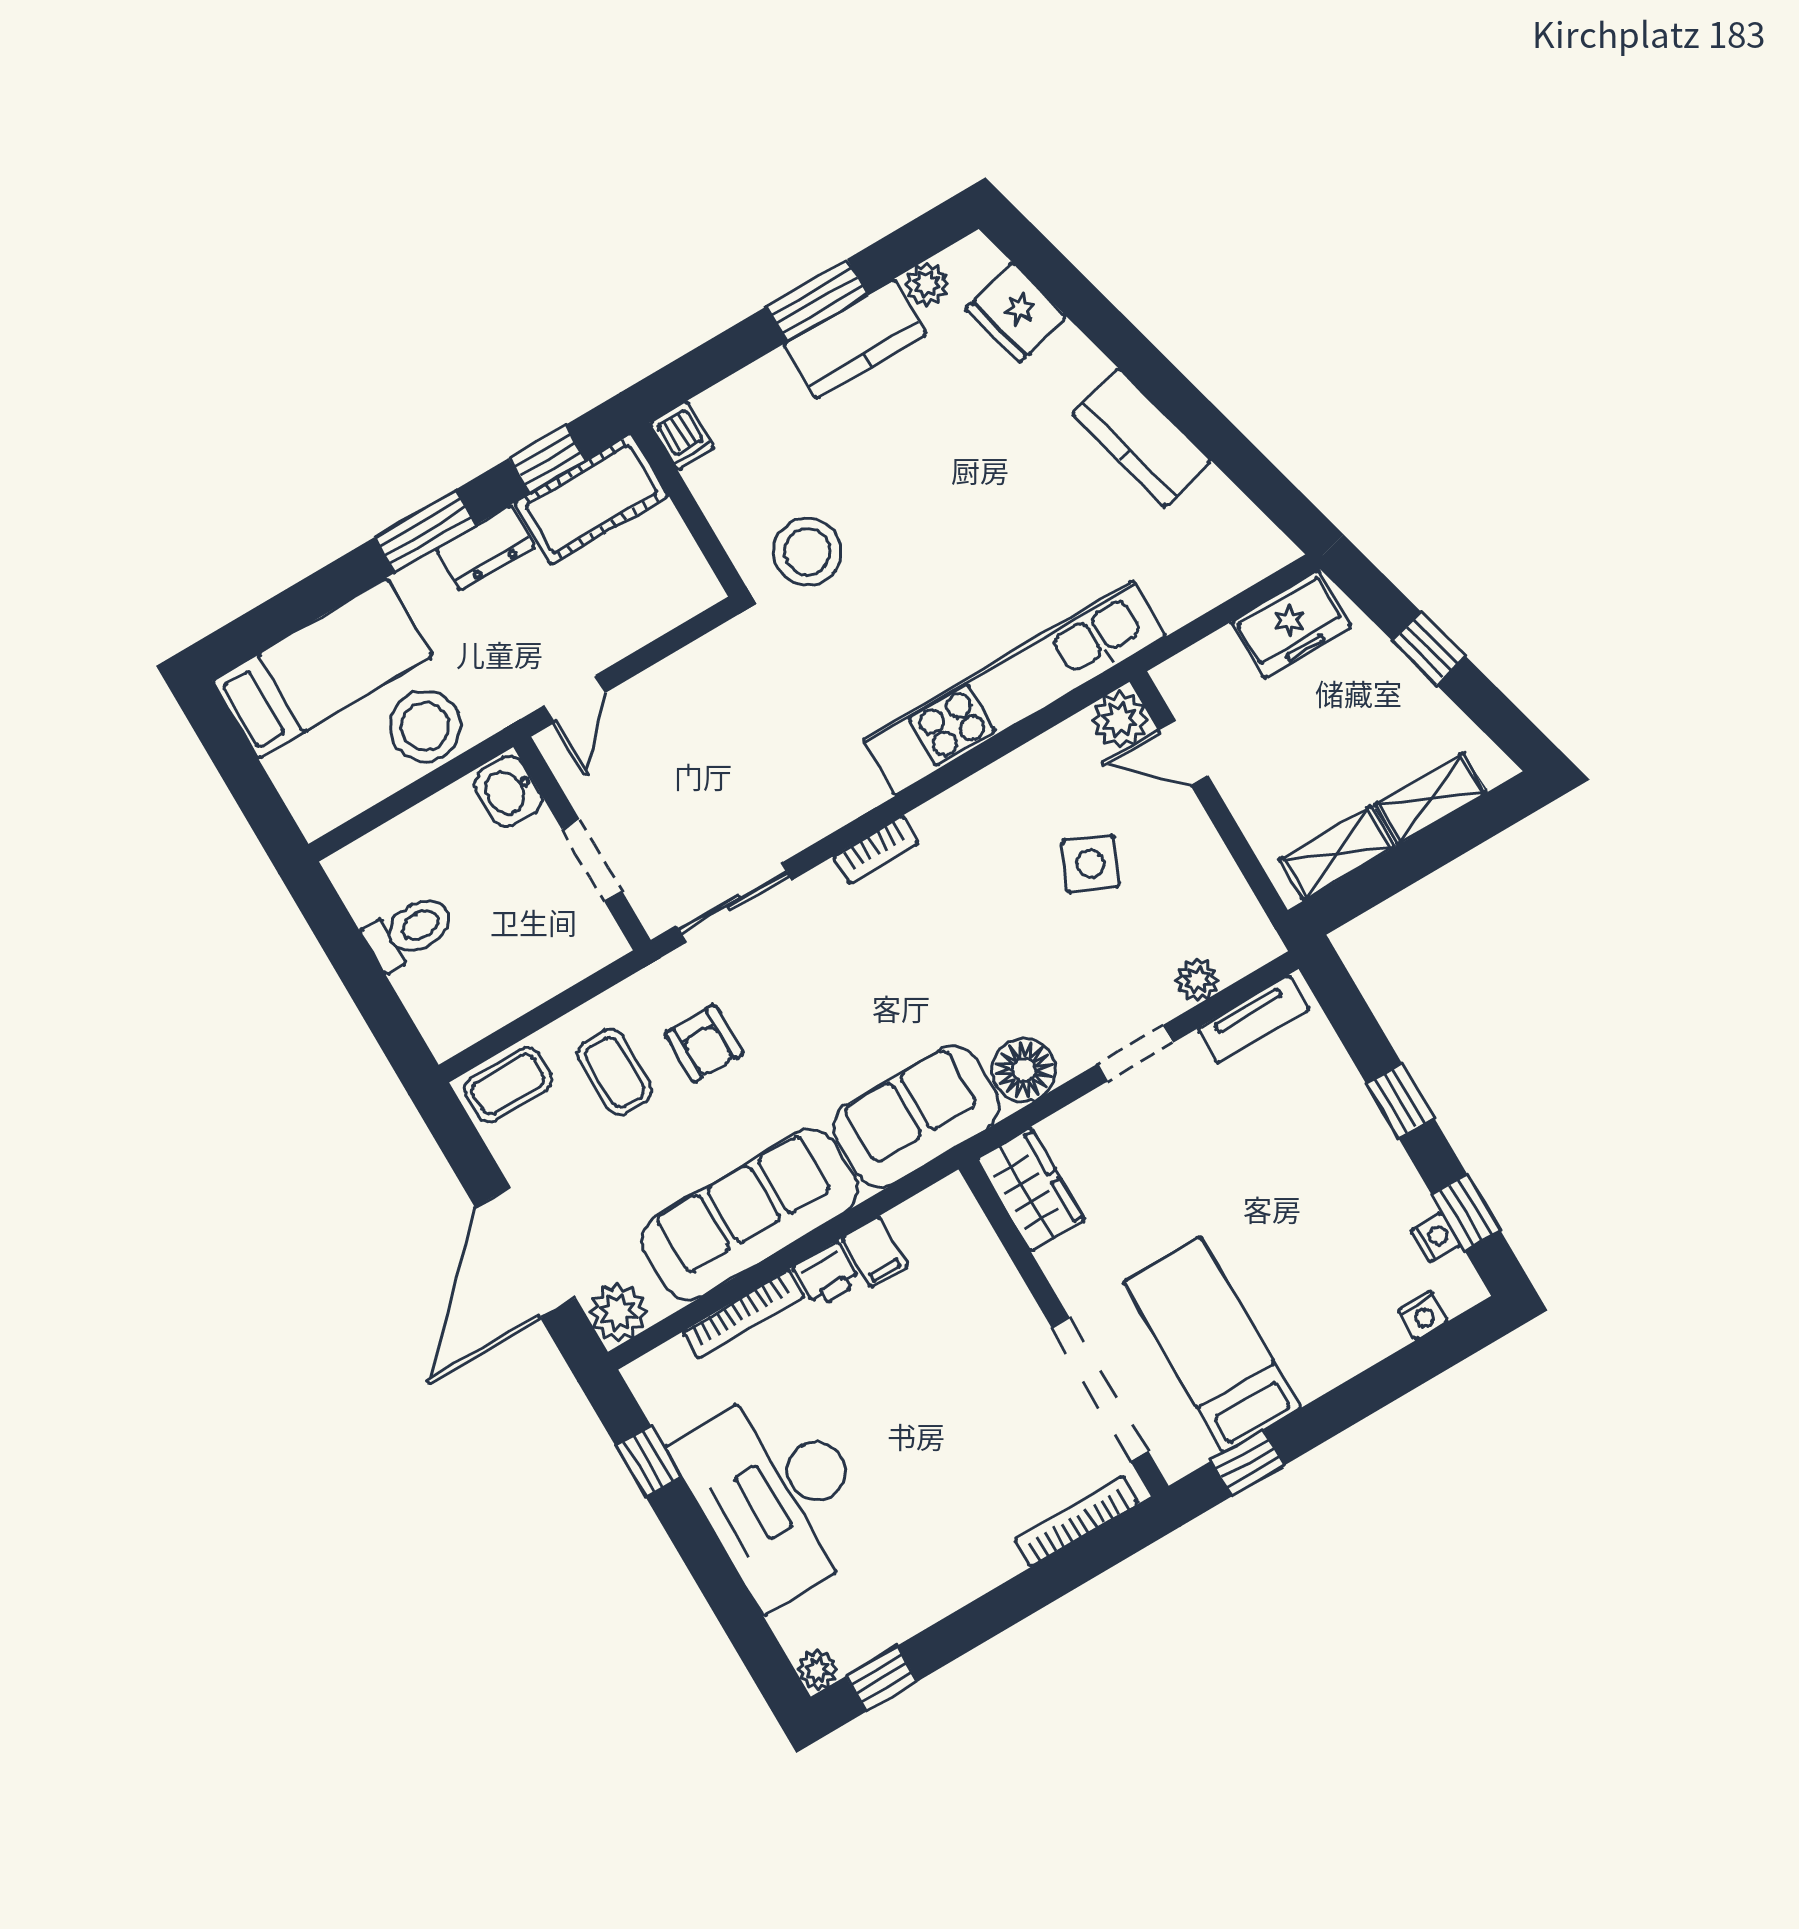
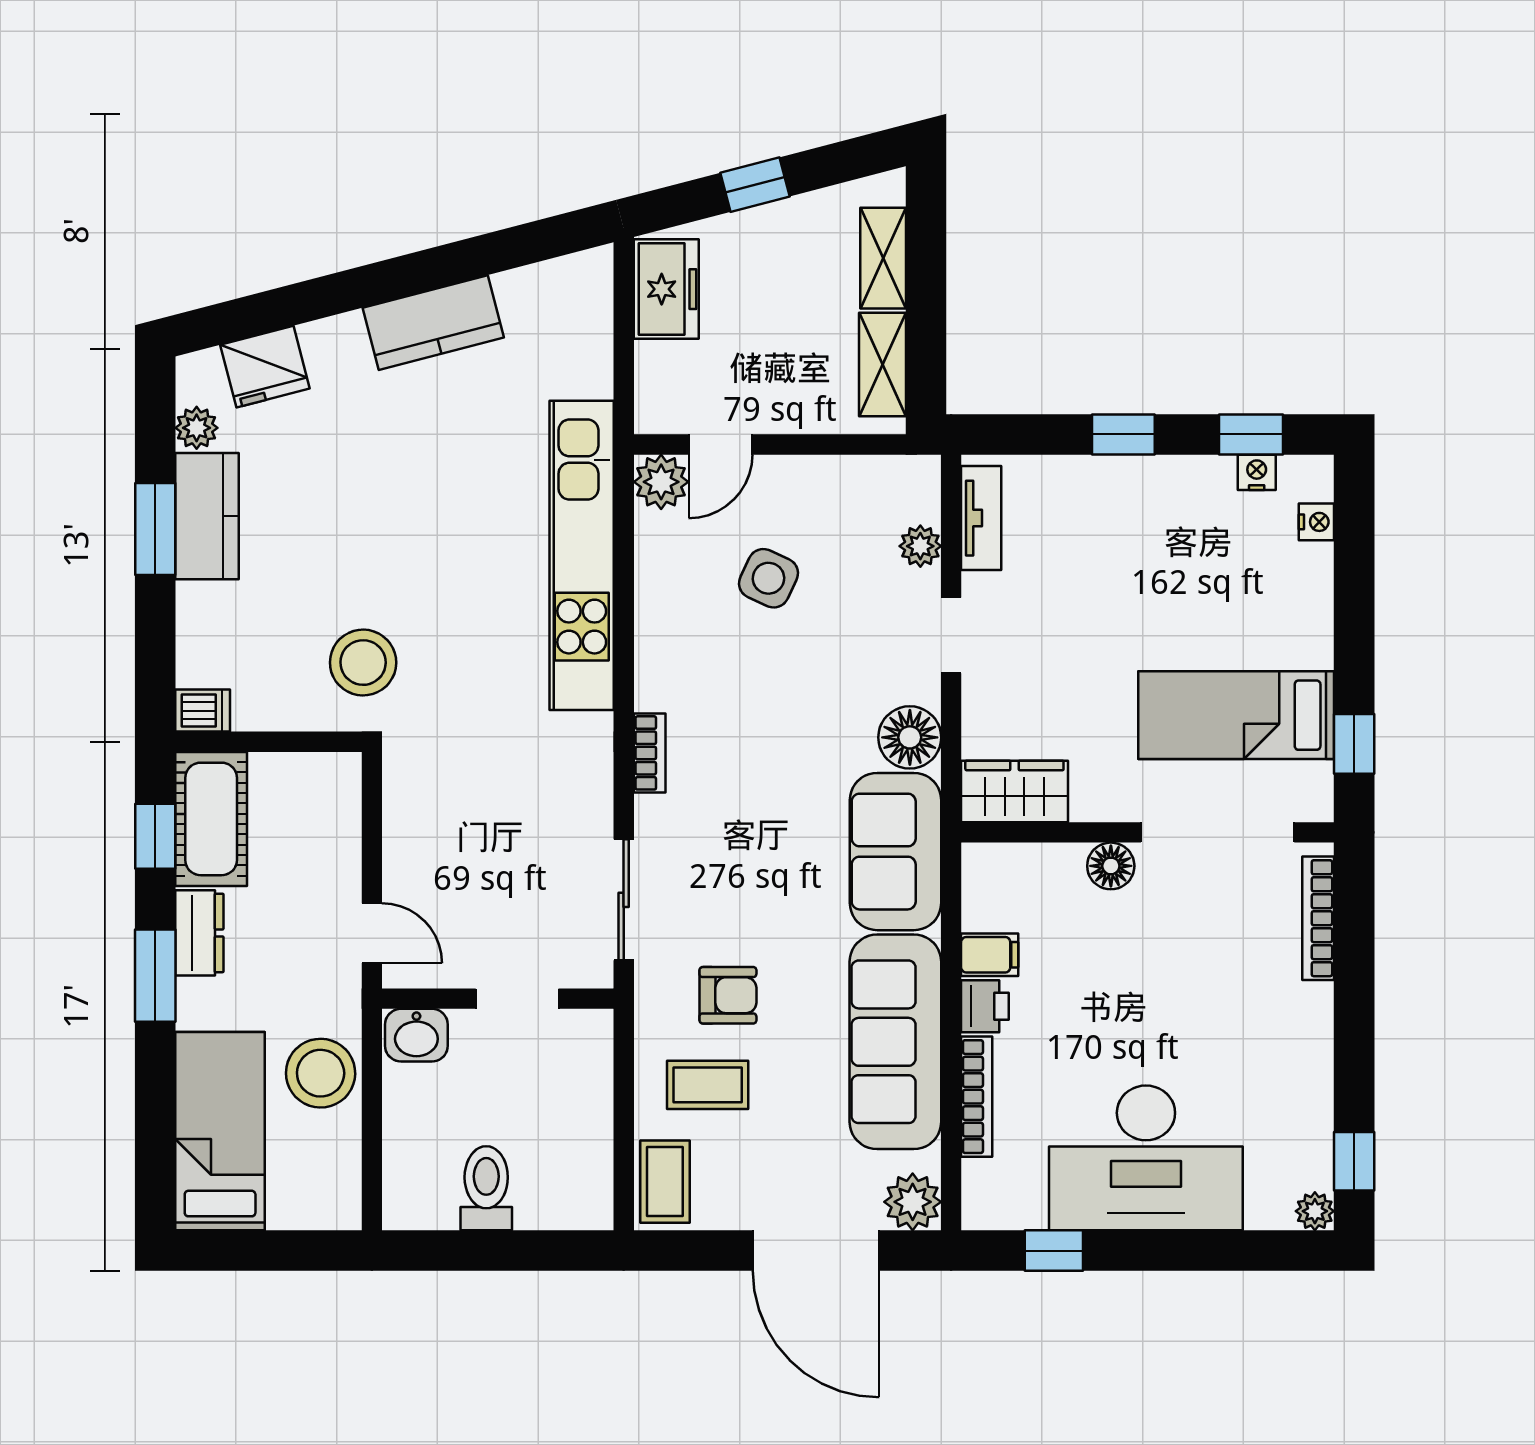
floor lamp: (1015, 1313) -> (1111, 866), added

